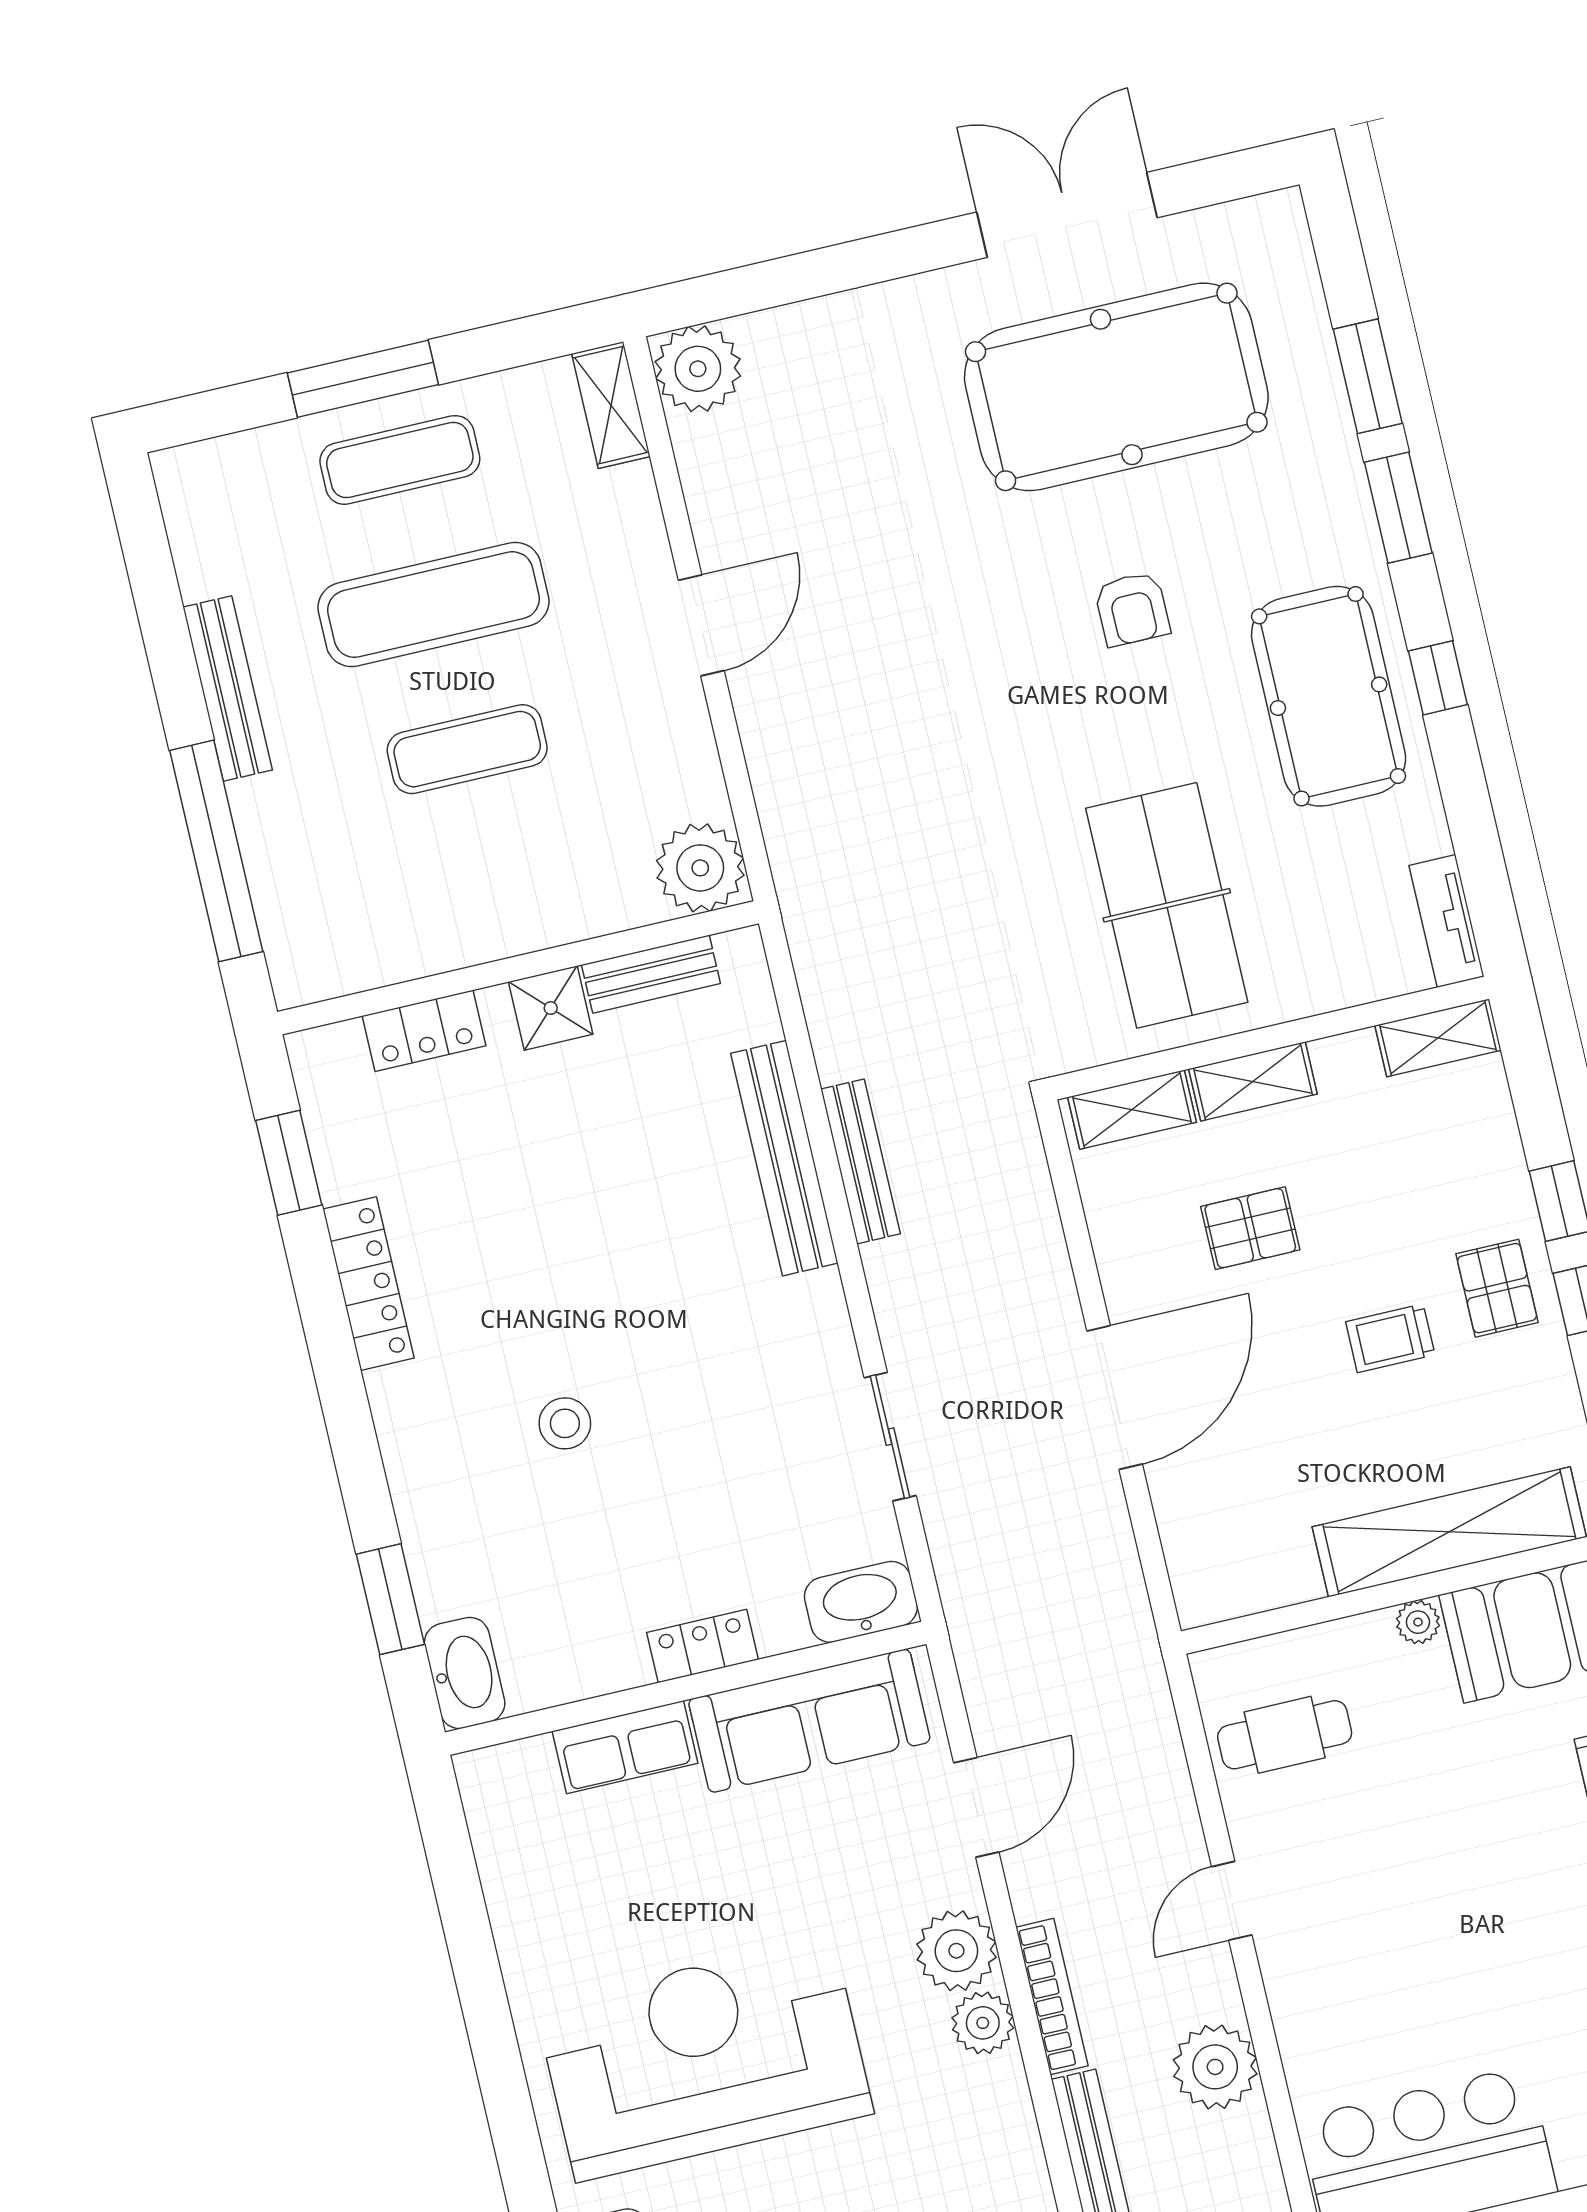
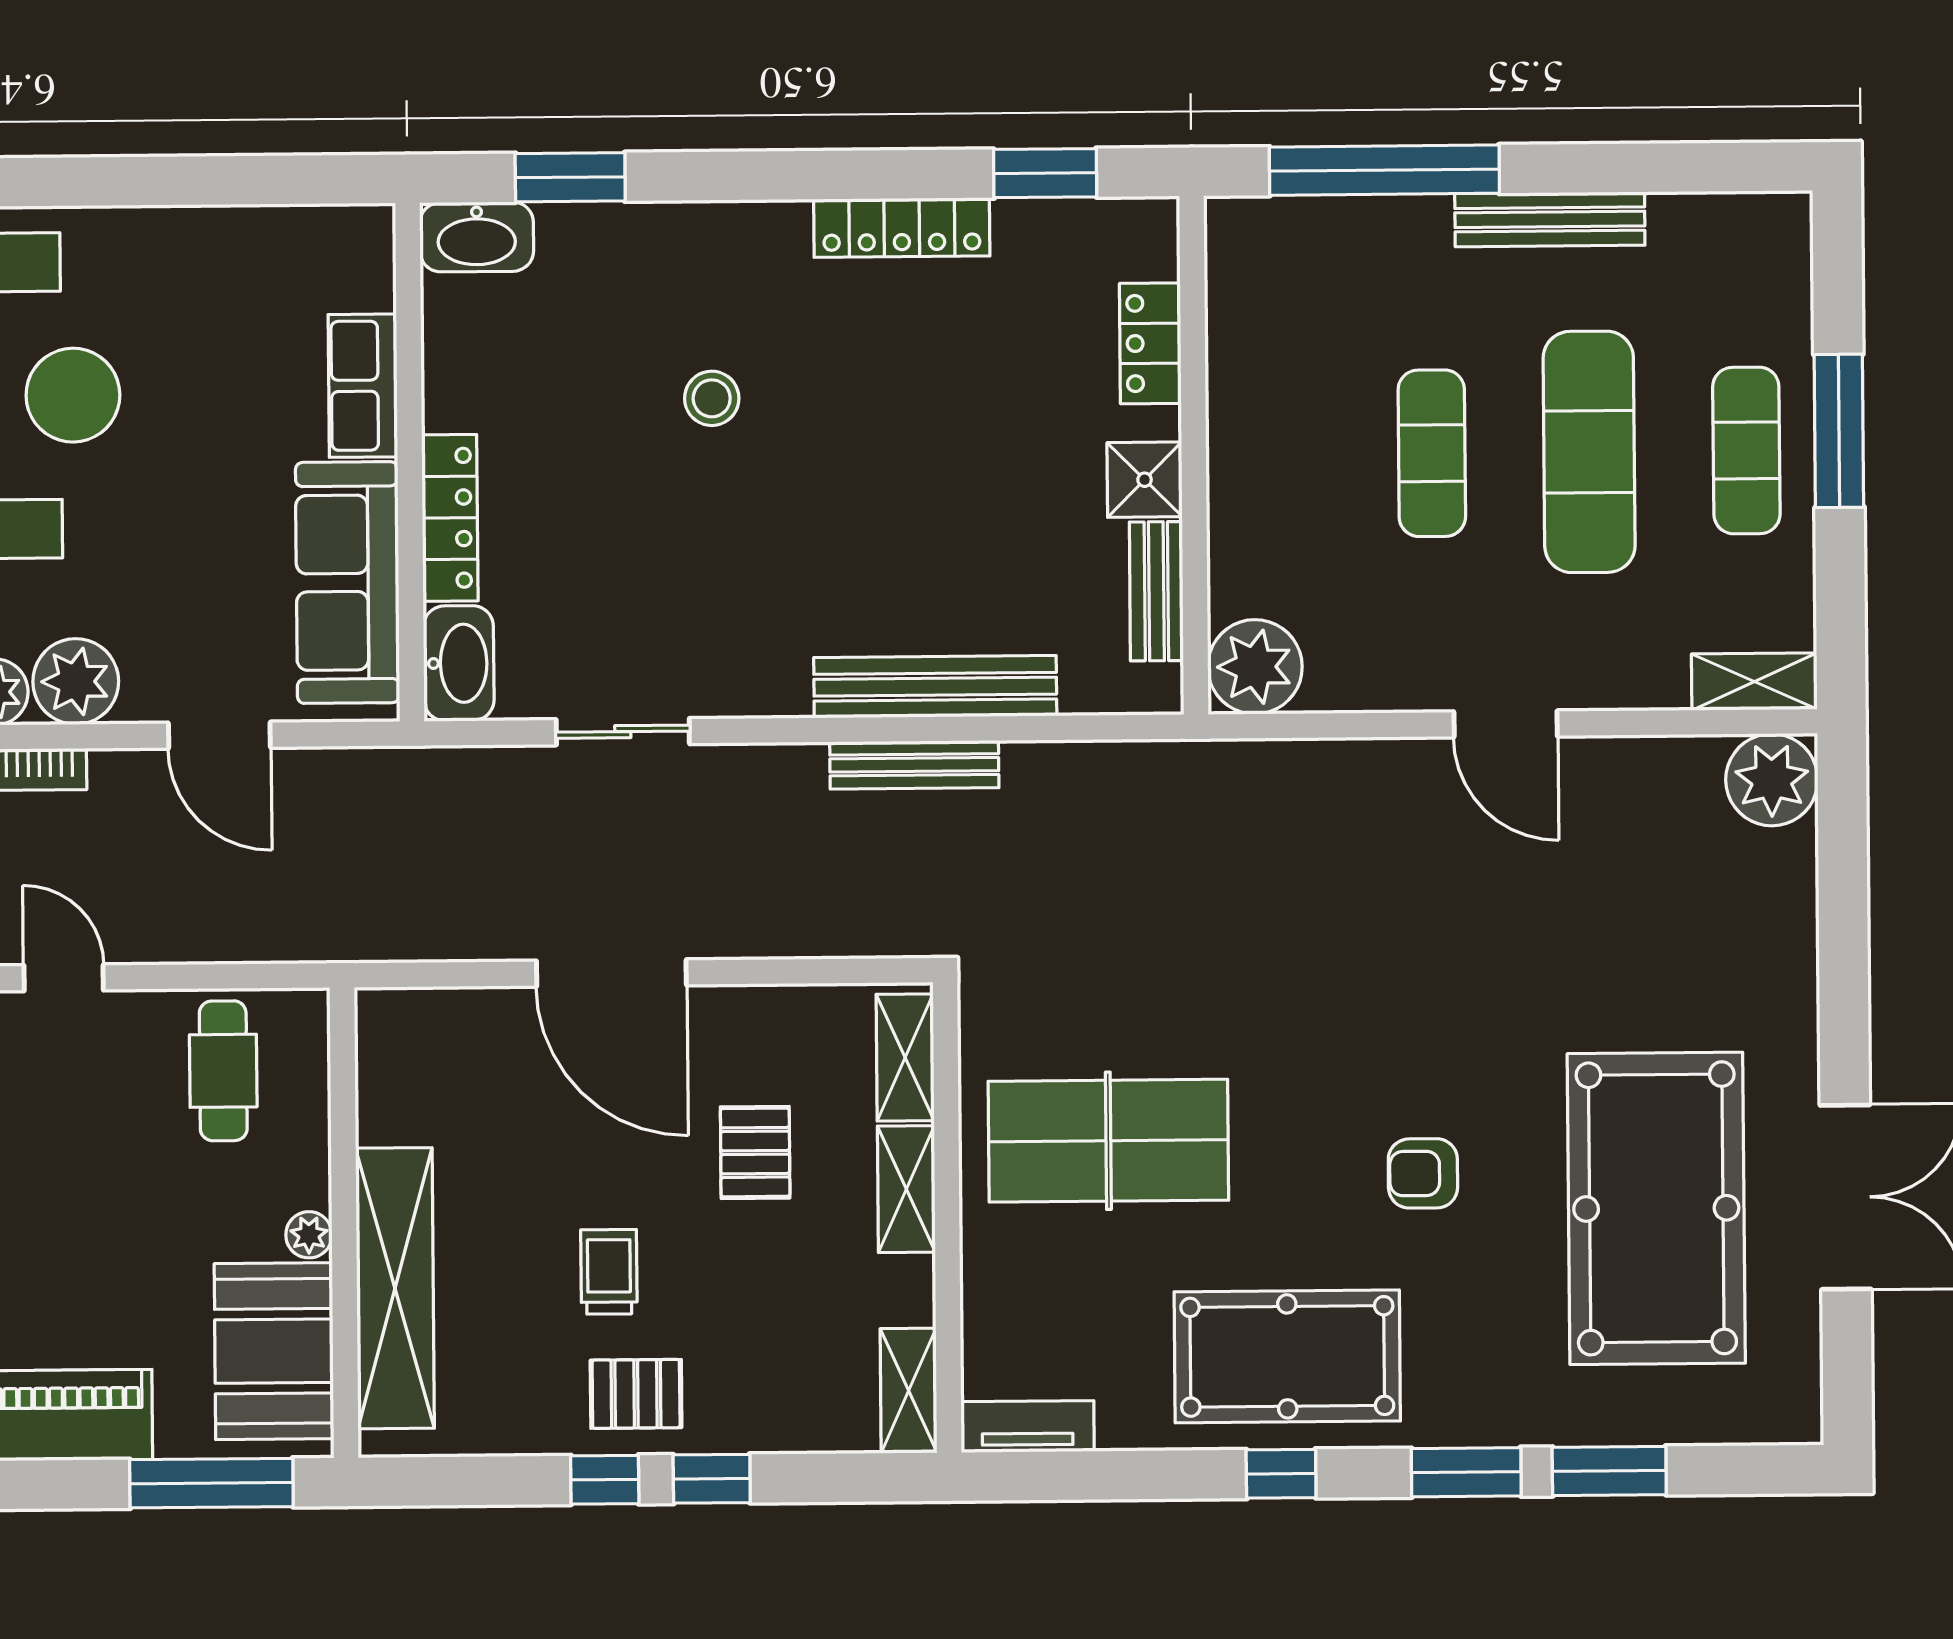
locker: (702, 1646) -> (450, 518), width x1.53

